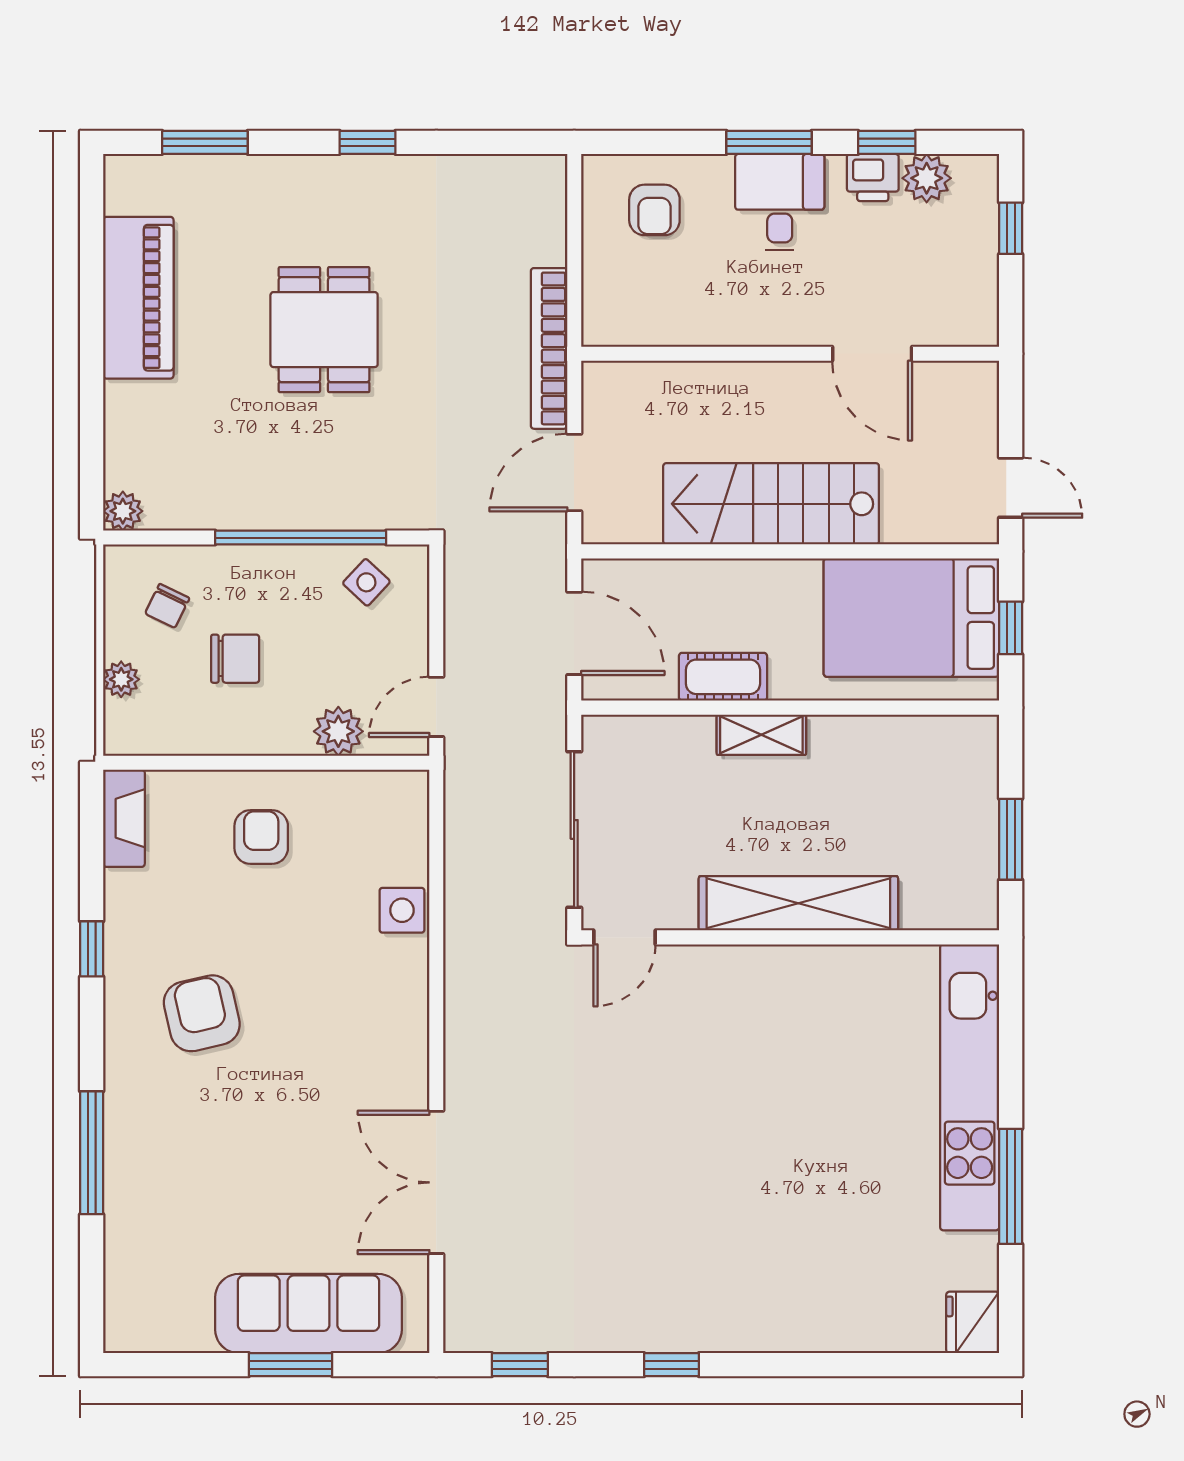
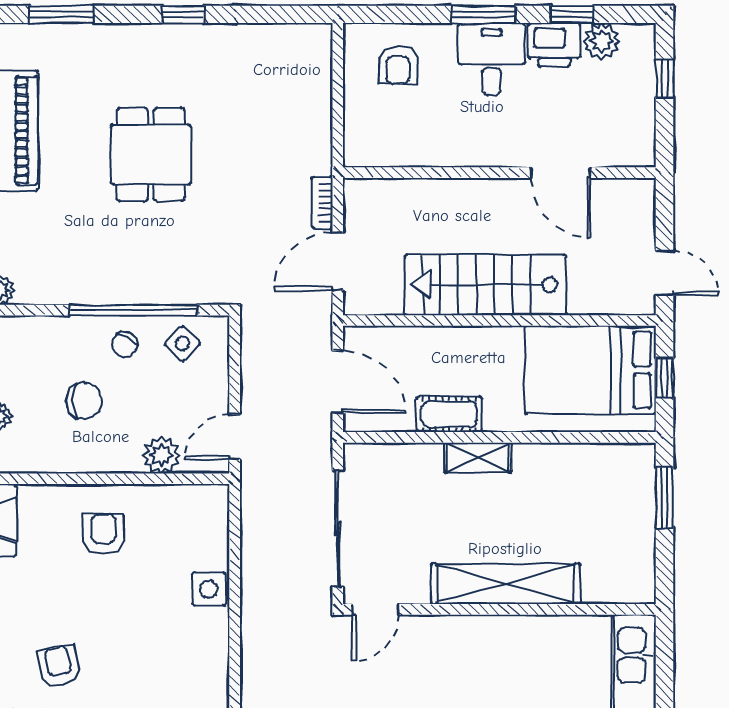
printer: (873, 177) -> (554, 45), width x1.36, depth x1.24
bookcase: (549, 348) -> (322, 203), width x0.43, depth x0.76
chair: (167, 606) -> (125, 344), moved
window: (1011, 839) -> (665, 498), moved
armchair: (202, 1013) -> (59, 666), width x0.72, depth x0.72

